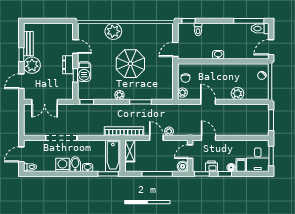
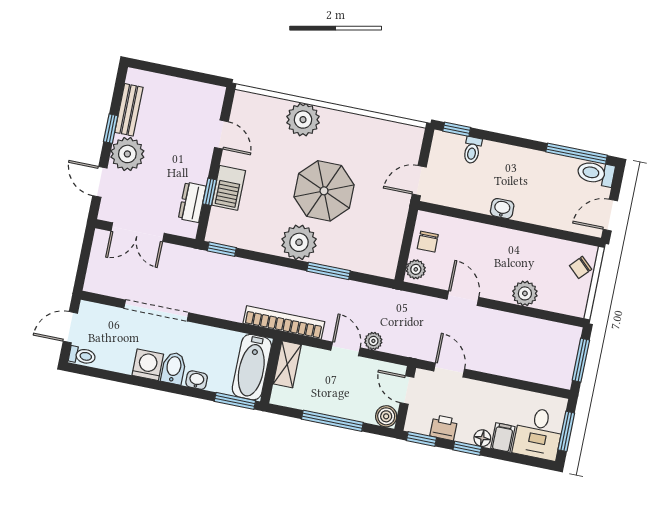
dresser: (68, 65) -> (192, 202), moved
door: (21, 81) -> (100, 182), hinge flipped
plant: (119, 95) -> (299, 242), width x1.87, depth x1.87
door: (190, 152) -> (407, 390), hinge flipped

